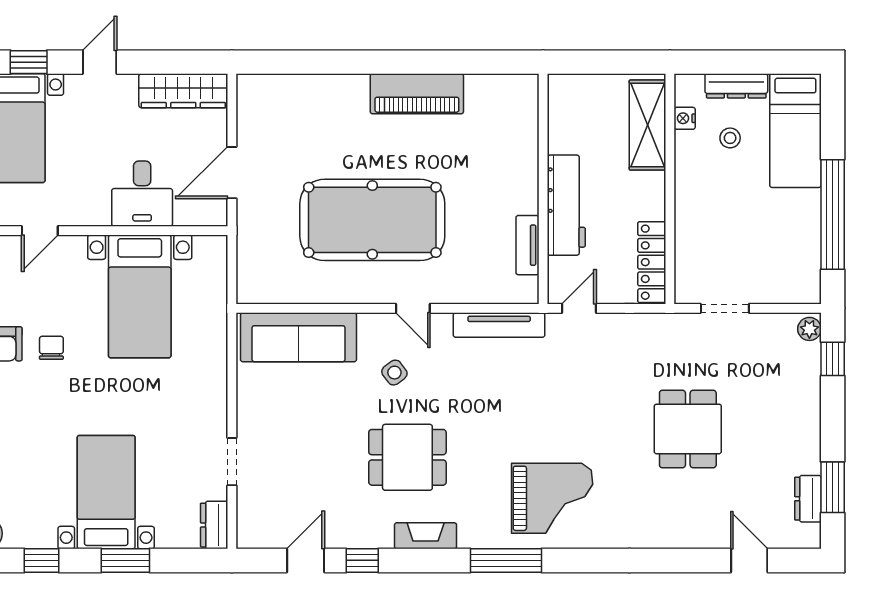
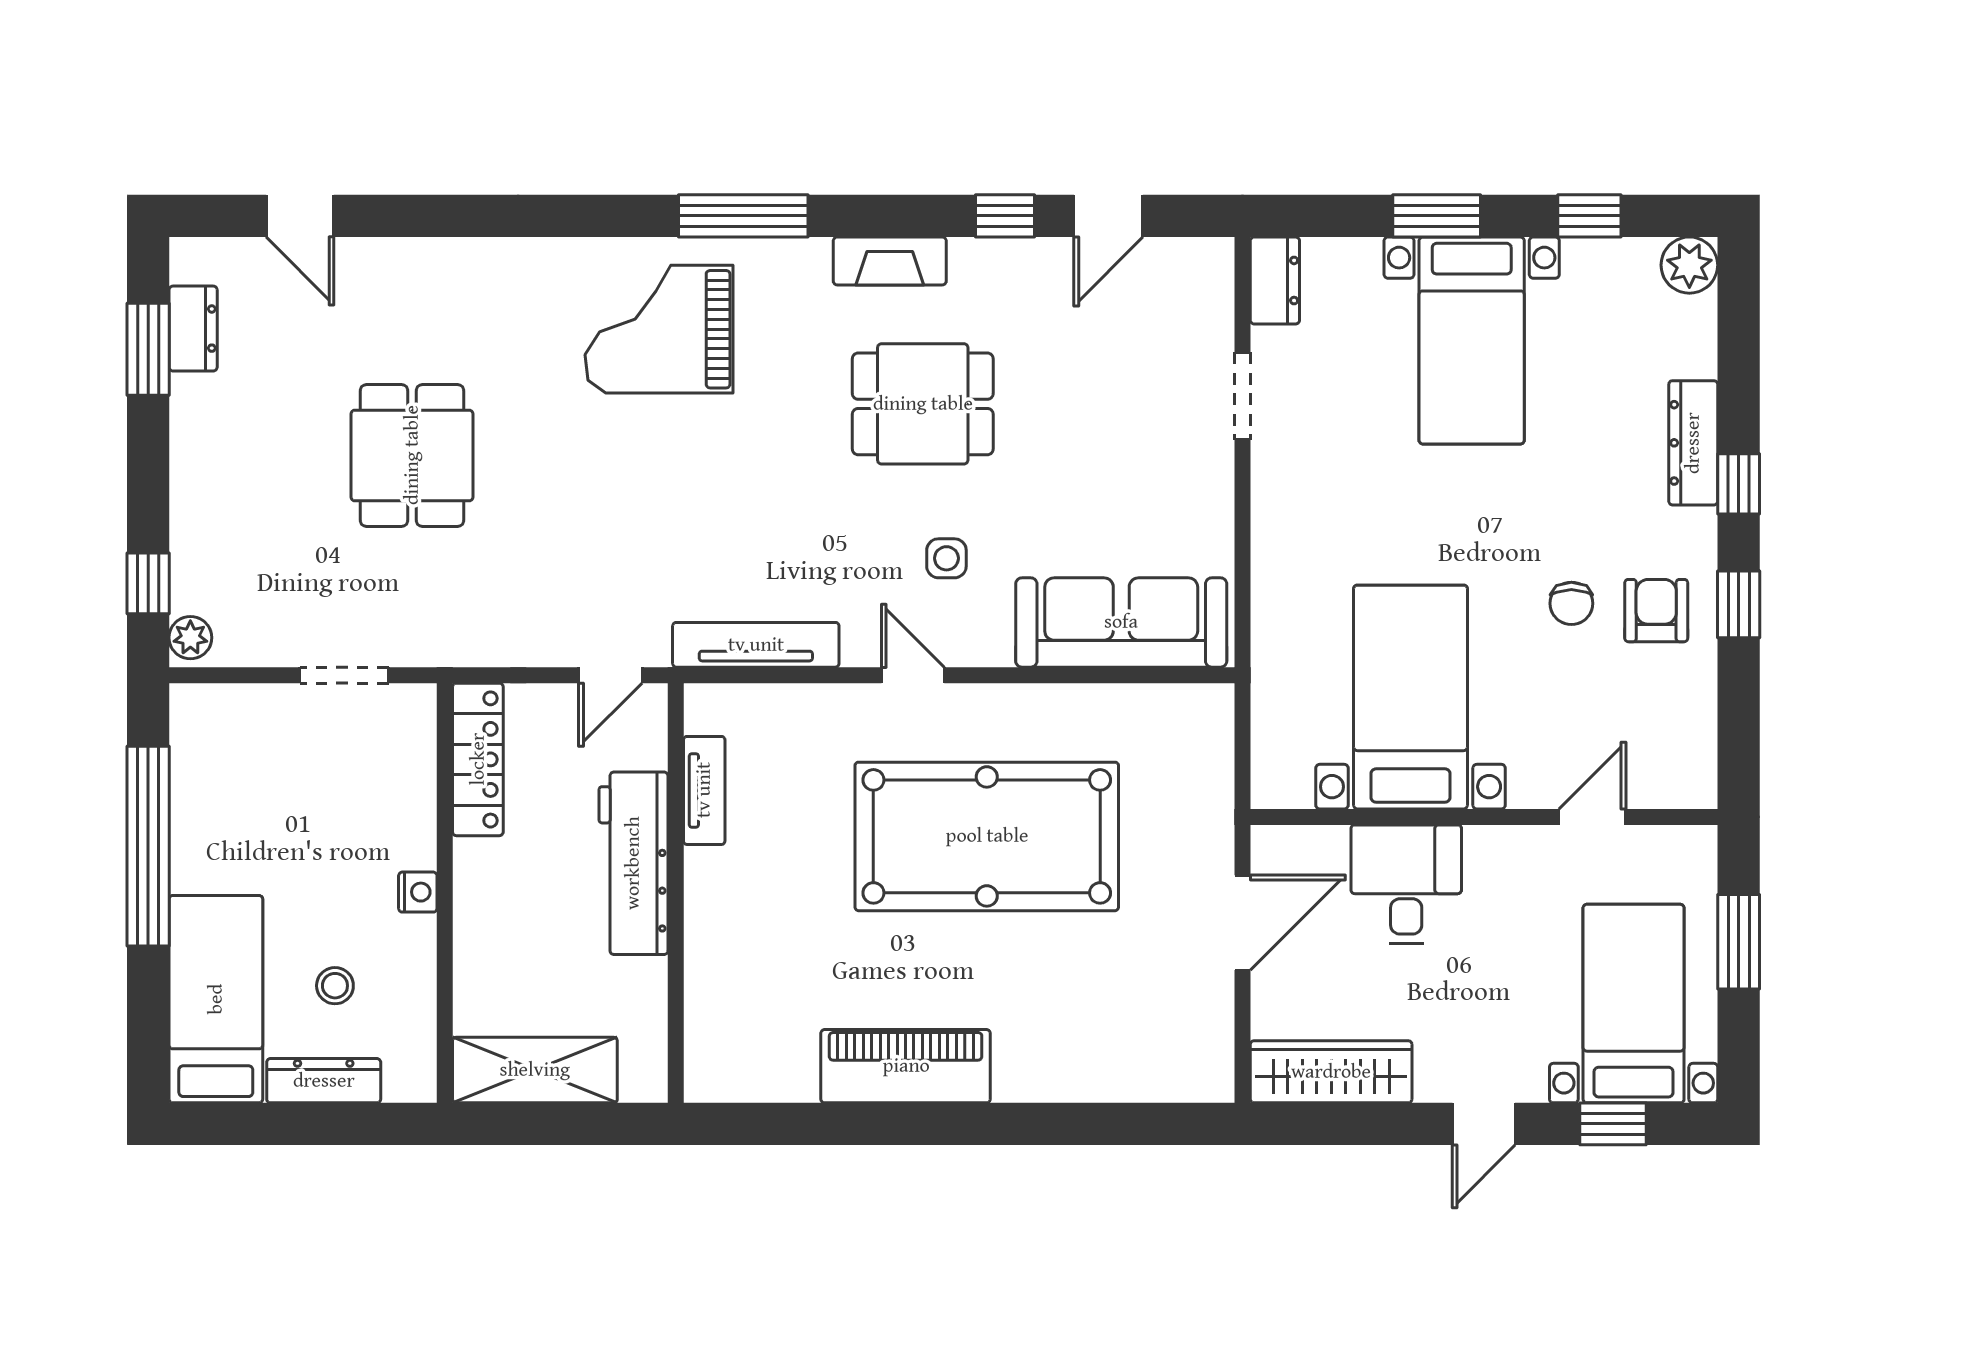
nightstand: (685, 118) -> (418, 892), moved
shelving: (647, 125) -> (535, 1070), moved, turned 90
side table: (394, 373) -> (946, 558), turned 37

